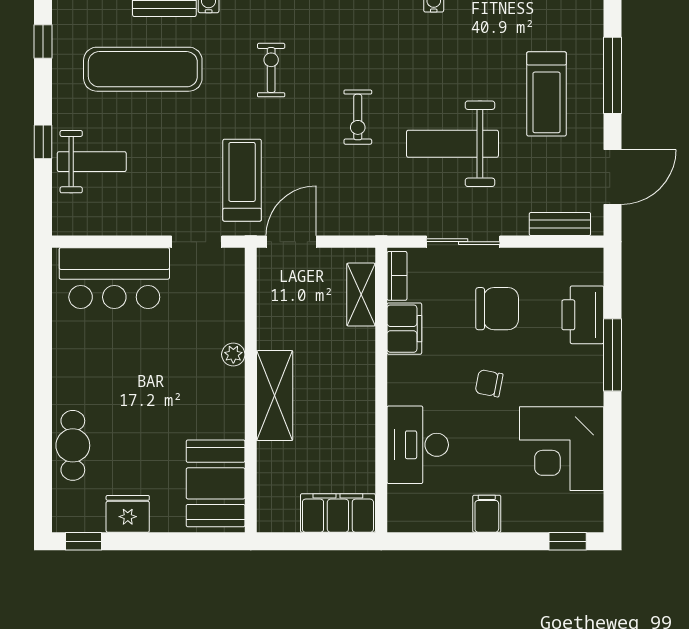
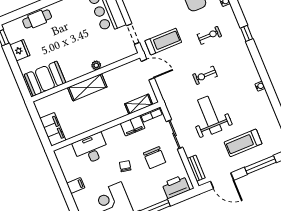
printer: (583, 315) -> (176, 187), moved

